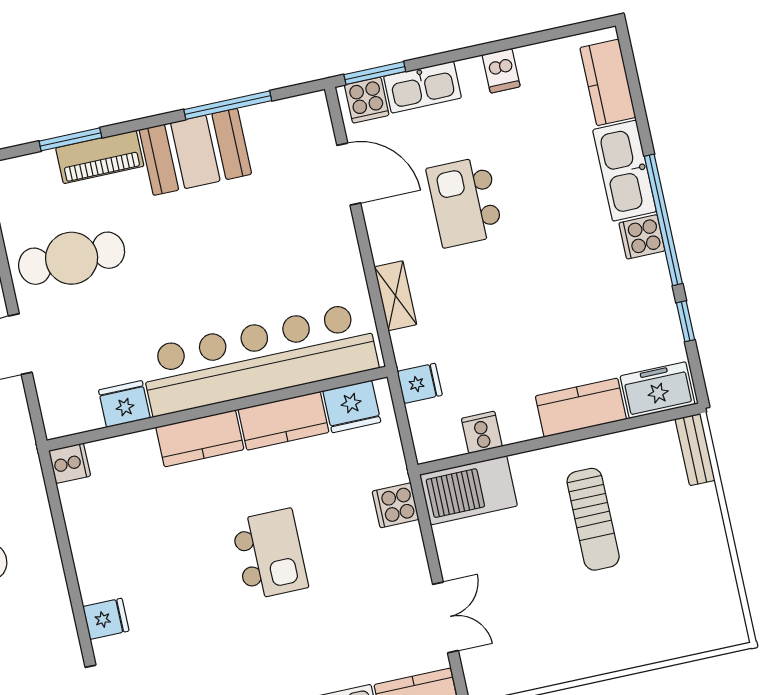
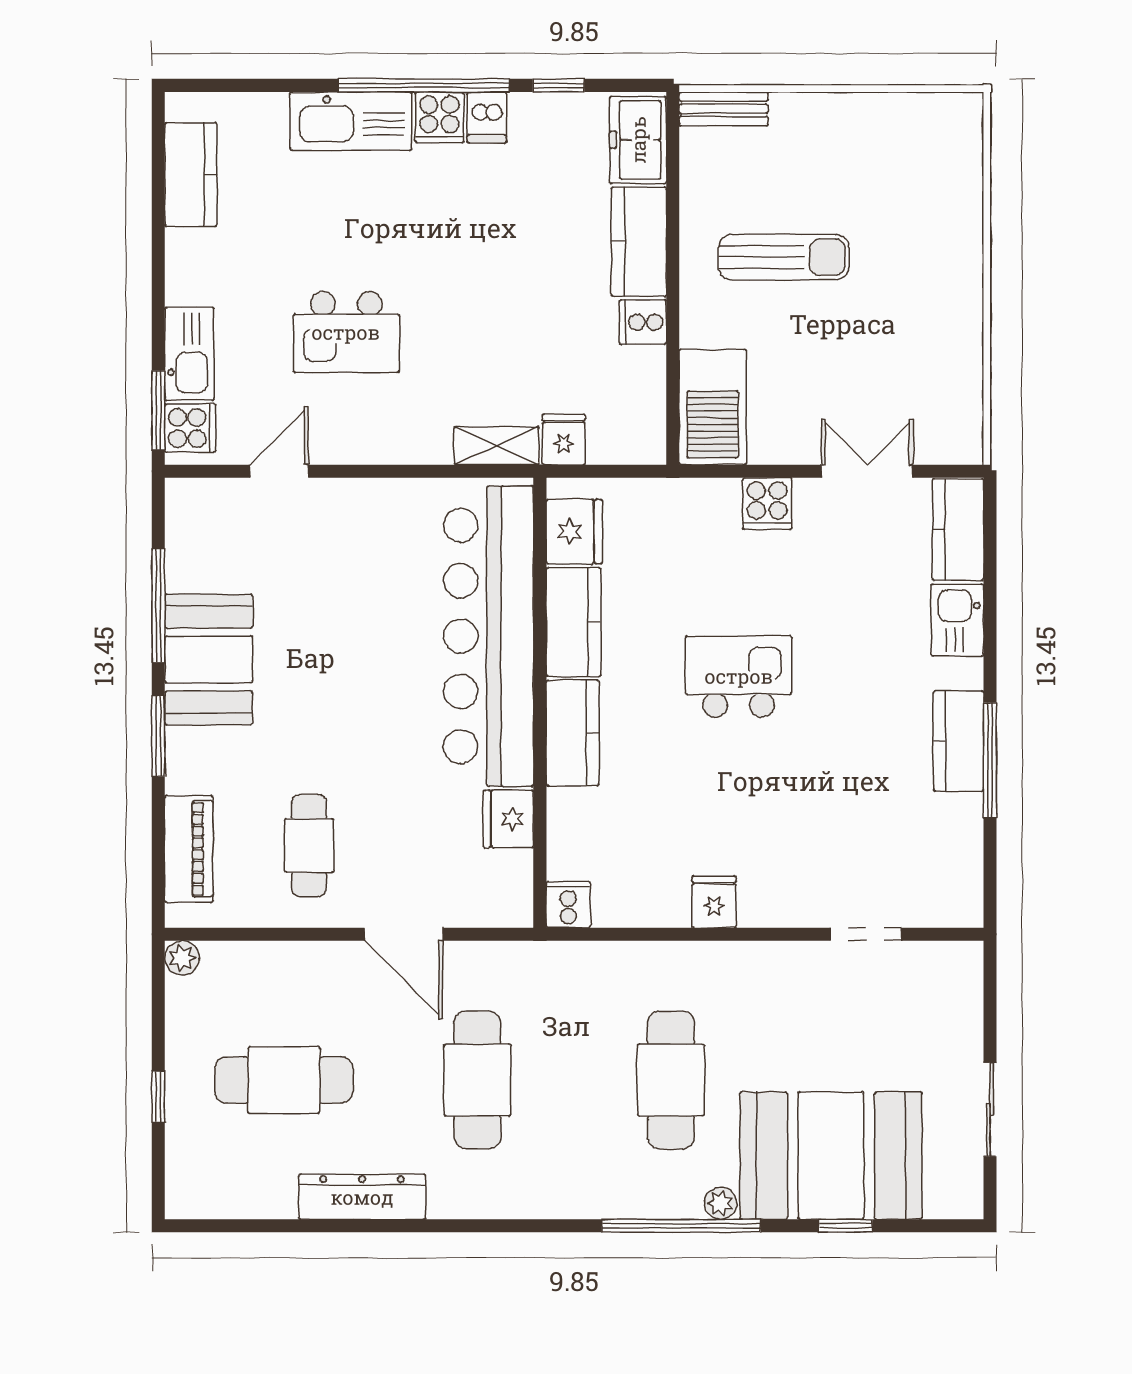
dishwasher: (501, 71) -> (487, 117), moved, turned 90
kitchen counter: (608, 82) -> (191, 175), moved, turned -90
window: (70, 139) -> (158, 736), moved
piano: (100, 157) -> (189, 849), moved
door: (349, 174) -> (279, 471), width x0.73
cafe table: (72, 258) -> (309, 846), width x0.73, depth x0.74
shelving: (395, 296) -> (496, 446), moved
cooker: (482, 432) -> (643, 322), moved
cooker: (396, 505) -> (767, 504), moved
fridge: (106, 619) -> (714, 902), moved

